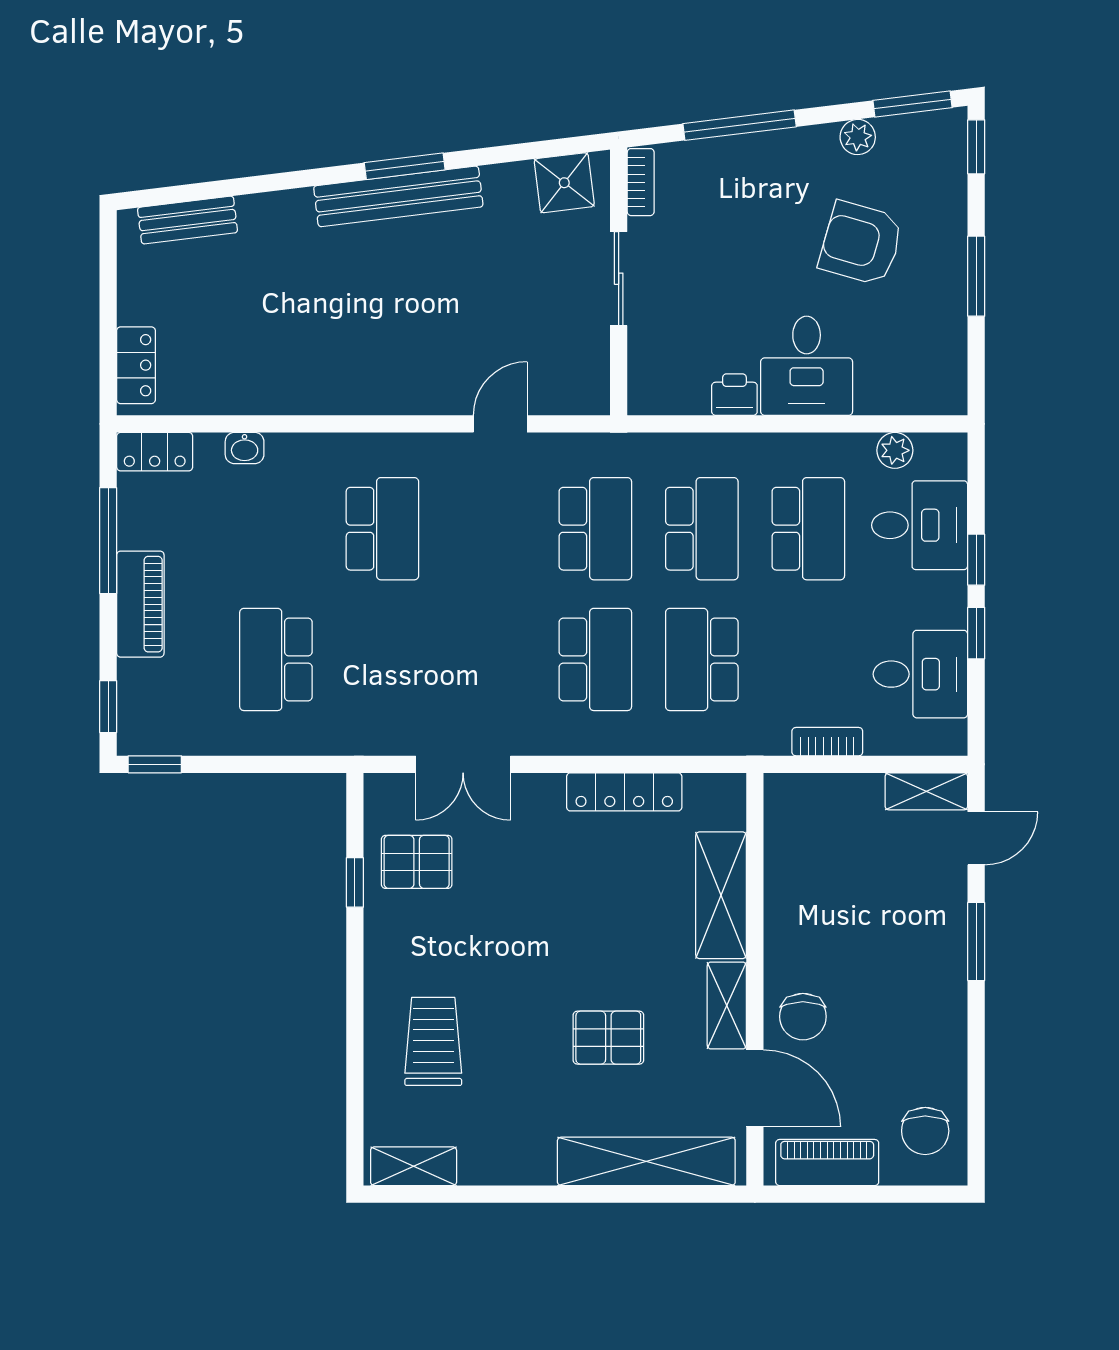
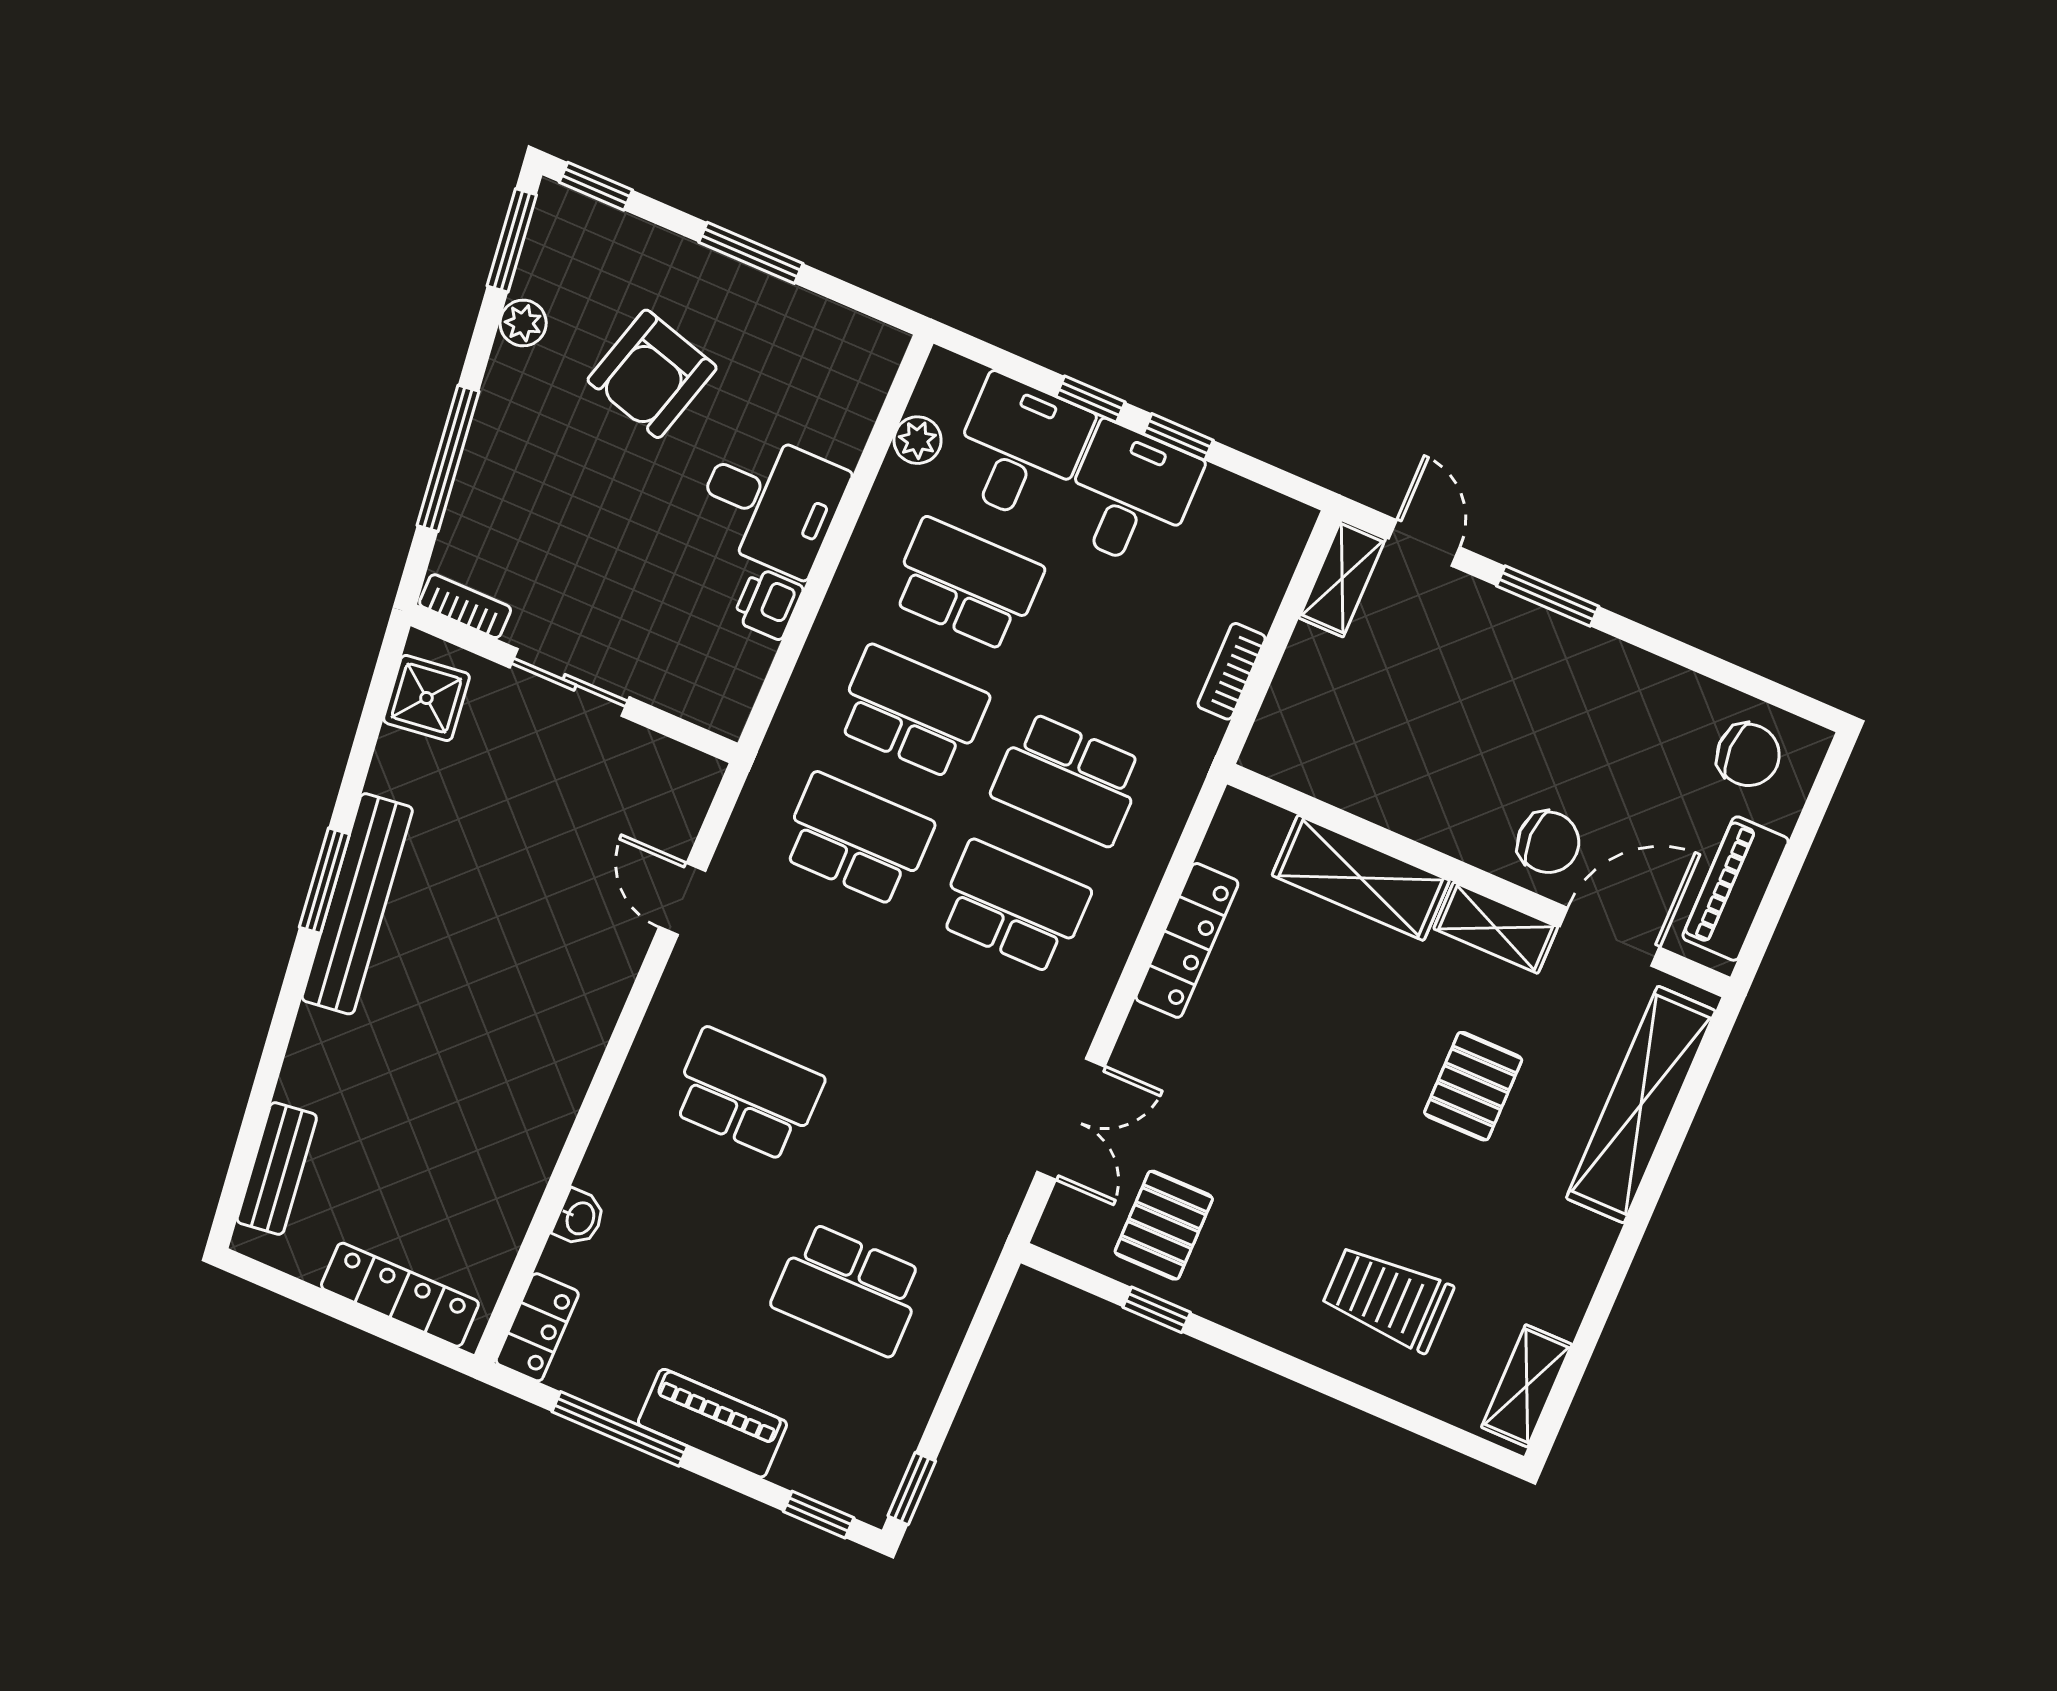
locker: (136, 365) -> (400, 1295), width x1.53
desk: (920, 674) -> (1130, 495), moved

